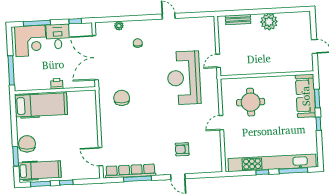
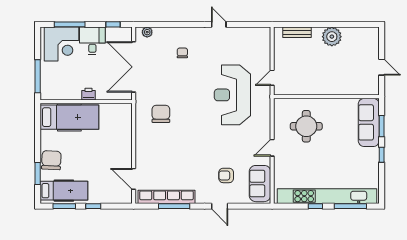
plant: (119, 26) -> (147, 32), moved
sofa: (212, 155) -> (260, 184), added

